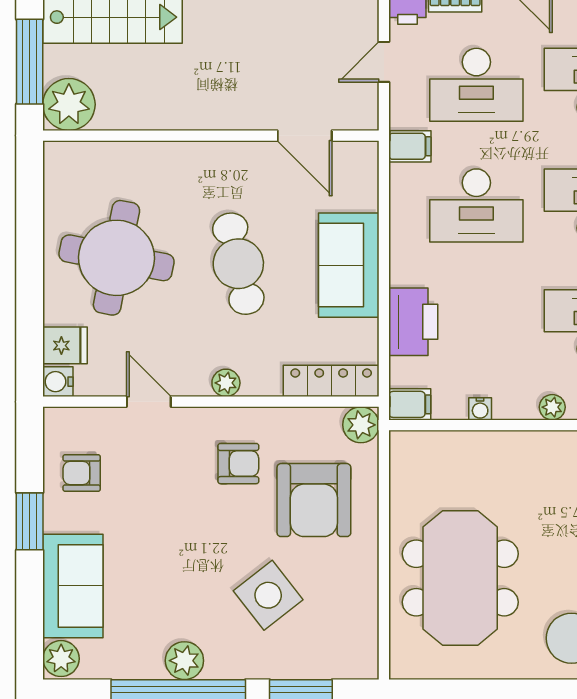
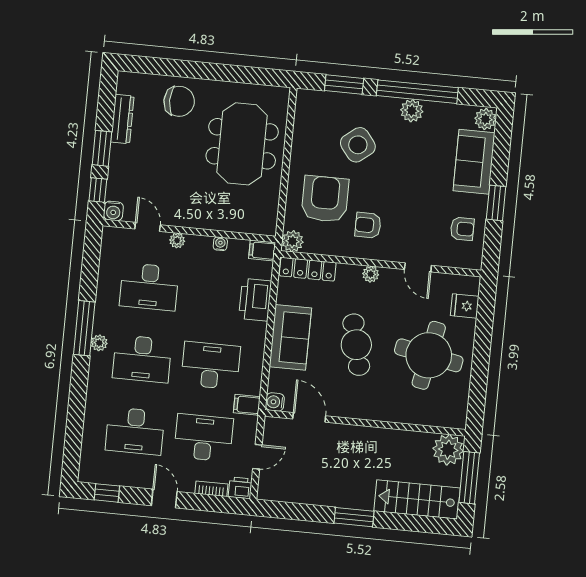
water cooler: (58, 382) -> (275, 402), moved, turned 180

